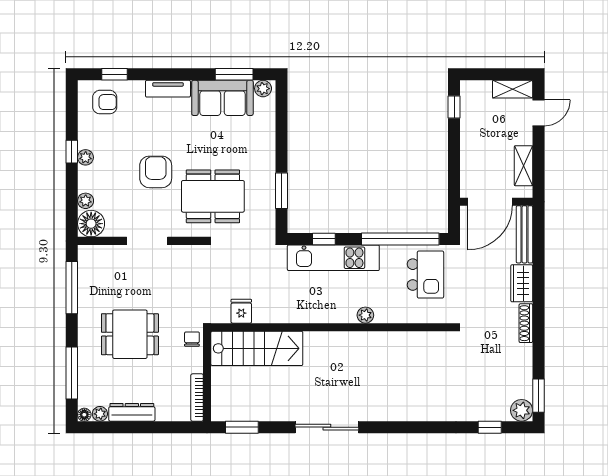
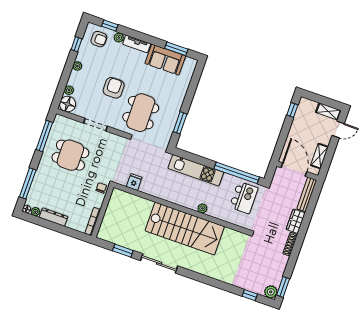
plant: (263, 89) -> (119, 38), moved
window: (72, 152) -> (77, 44), moved
dining table: (213, 196) -> (141, 113), turned 90
door: (490, 202) -> (294, 170), swing flipped
window: (324, 239) -> (194, 158), removed
dining table: (130, 334) -> (70, 155), moved
stairs: (257, 348) -> (185, 229), moved, width x1.36, depth x1.51
window: (242, 427) -> (123, 251), moved

